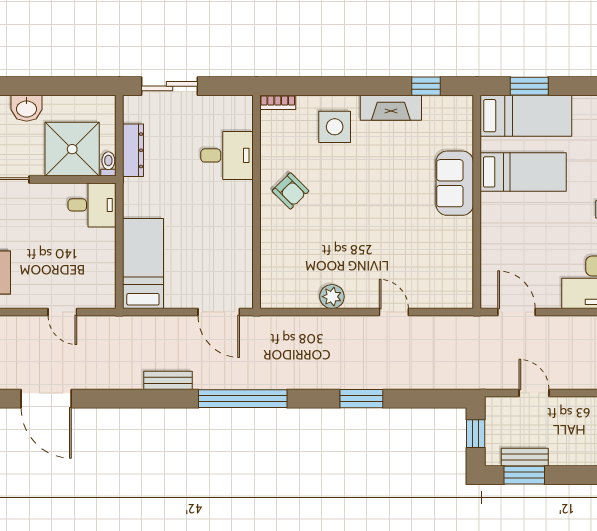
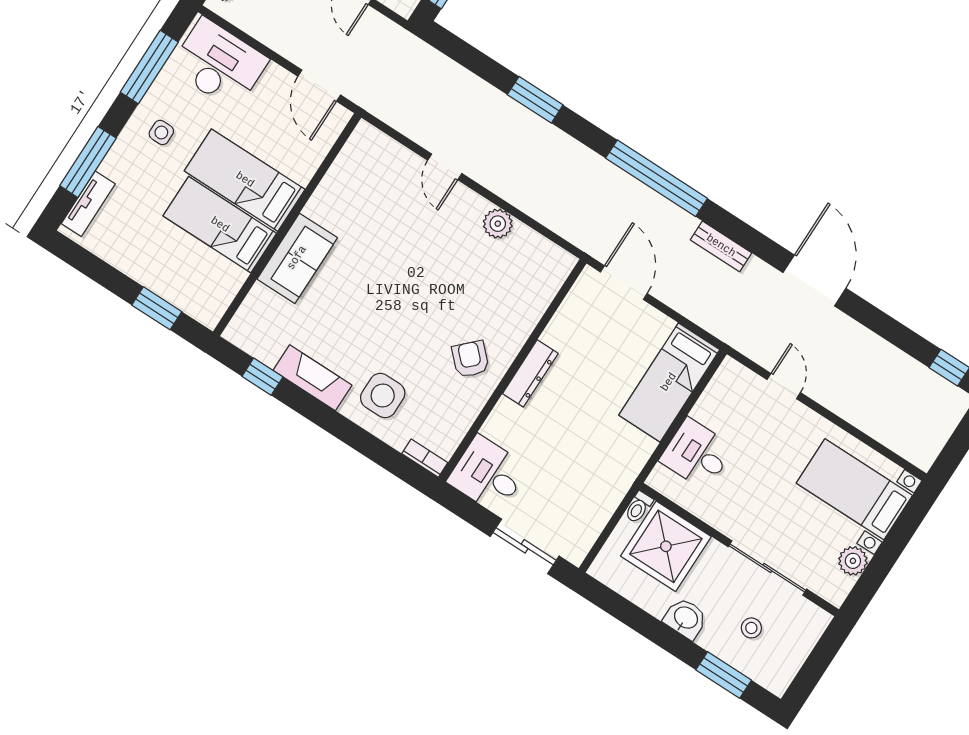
bed: (526, 116) -> (245, 180), moved
dresser: (133, 150) -> (530, 373), moved, turned 180
desk: (227, 155) -> (488, 474), moved
desk: (92, 205) -> (697, 454), moved
door: (46, 399) -> (814, 280), moved

